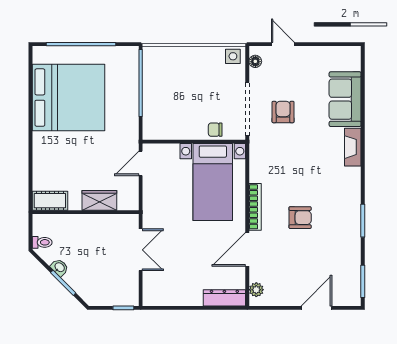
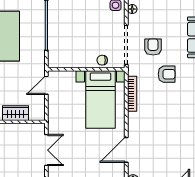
bookcase: (255, 207) -> (132, 94), moved
armchair: (300, 218) -> (167, 74), moved

